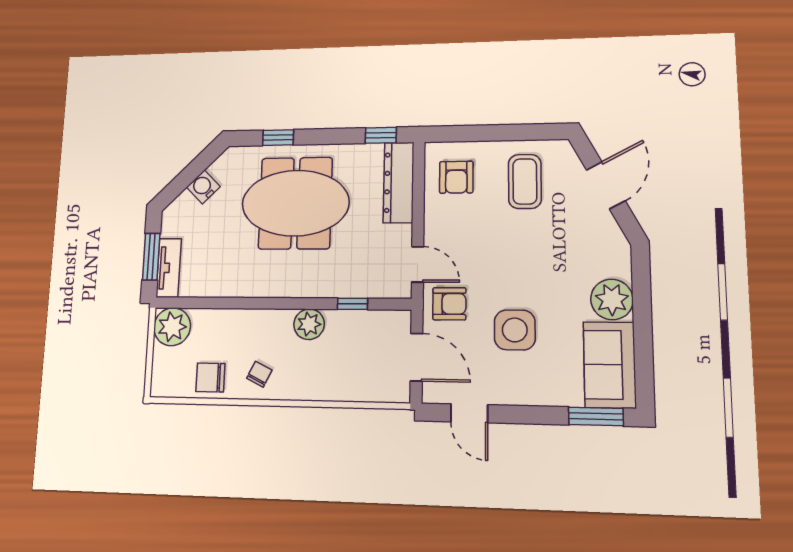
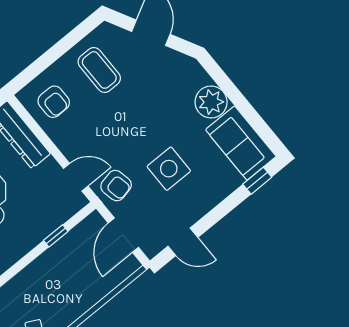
armchair: (449, 304) -> (116, 186), turned 78
plant: (309, 324) -> (39, 272), removed
door: (416, 357) -> (123, 235), swing flipped
window: (596, 416) -> (257, 181), width x0.67

